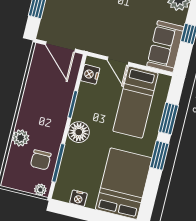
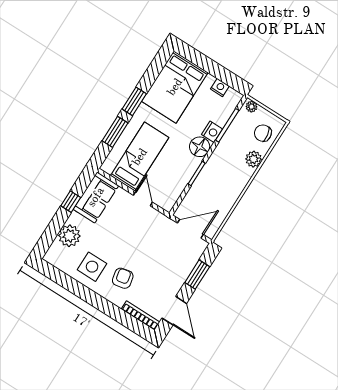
door: (60, 47) -> (190, 229), hinge flipped
nightstand: (90, 74) -> (212, 132), moved
chair: (41, 160) -> (263, 133), moved, turned -99

